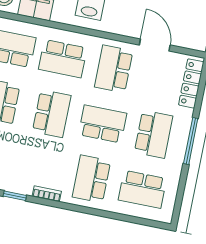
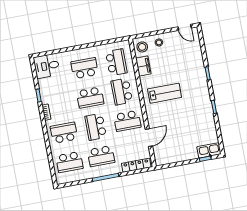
school desk: (114, 69) -> (127, 121), turned 180
school desk: (103, 124) -> (96, 127), turned 180
school desk: (142, 189) -> (69, 162), turned -90

